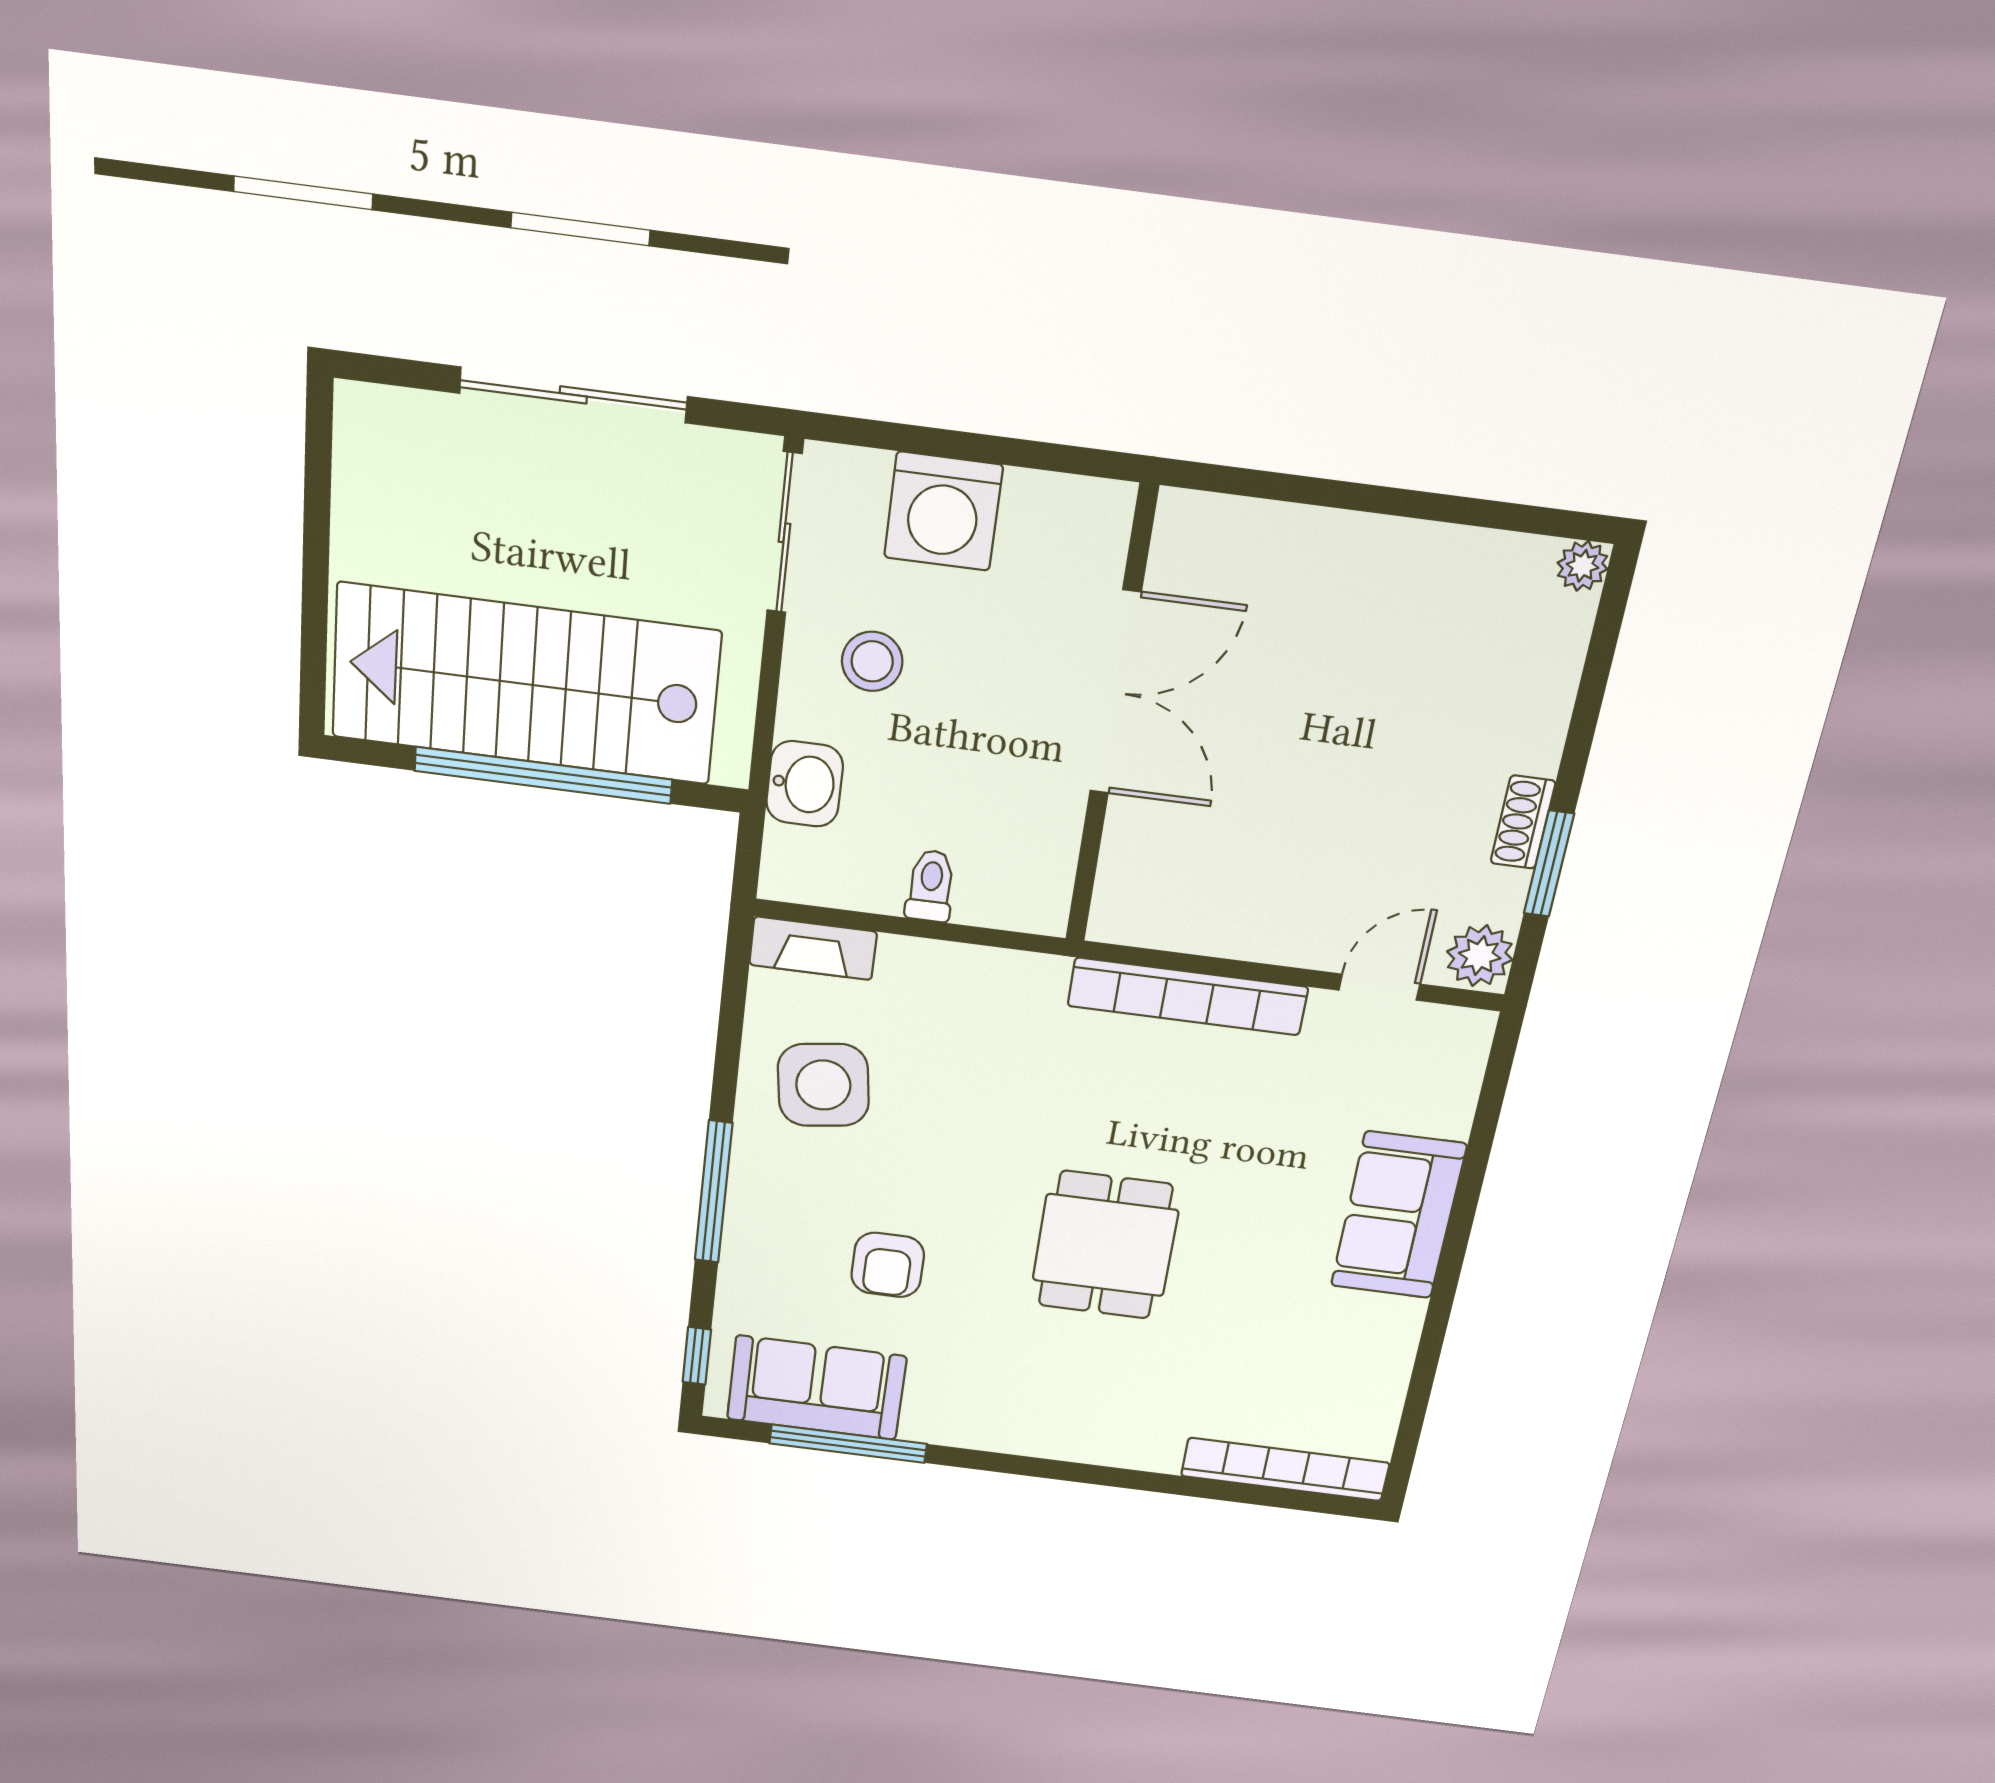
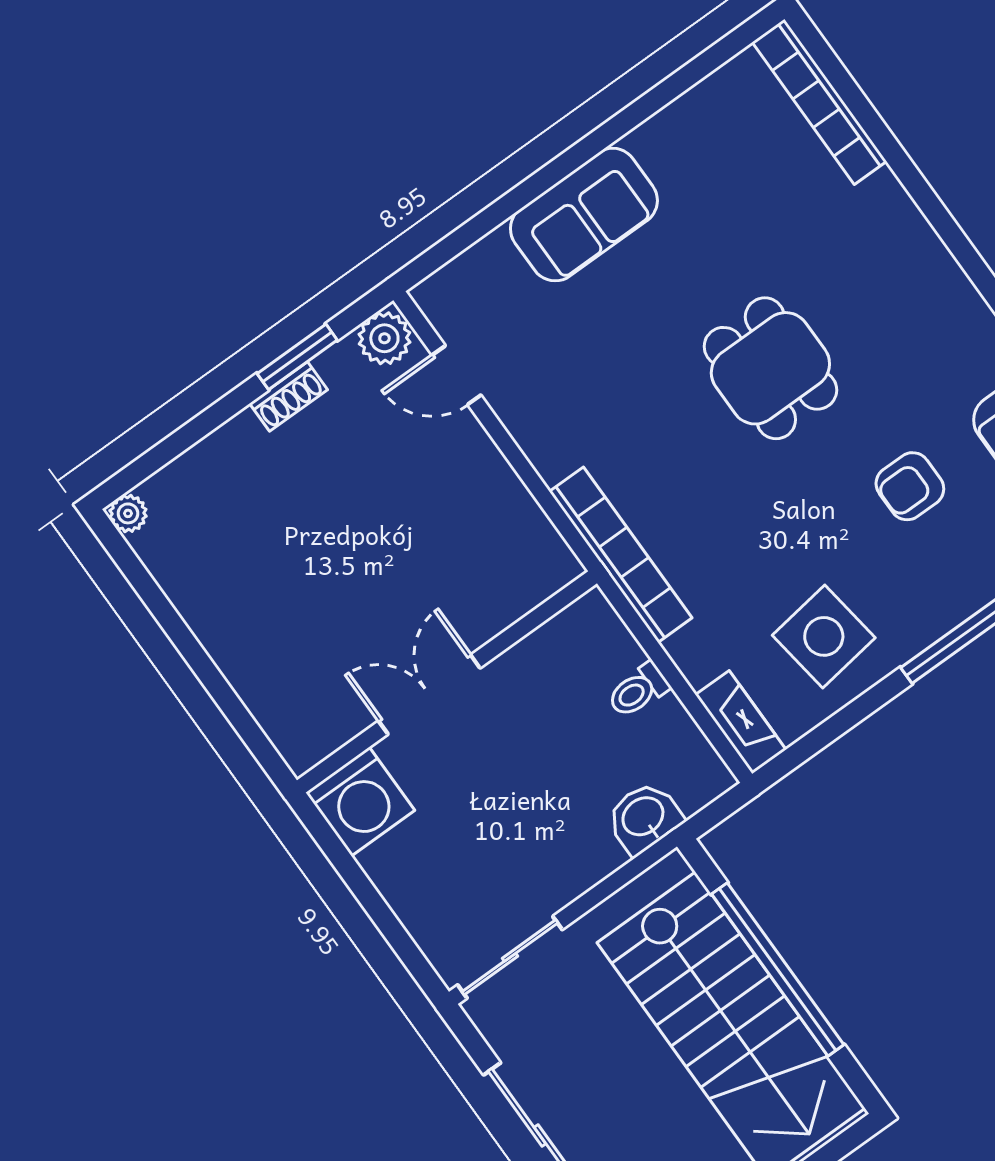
washing machine: (943, 511) -> (360, 801), moved, turned 90
stool: (872, 661) -> (537, 845), removed
double door: (1115, 693) -> (429, 695), width x0.73
bookcase: (1188, 996) -> (621, 555), moved
dining table: (1105, 1245) -> (770, 368), turned 90
armchair: (888, 1265) -> (910, 486), turned 180

